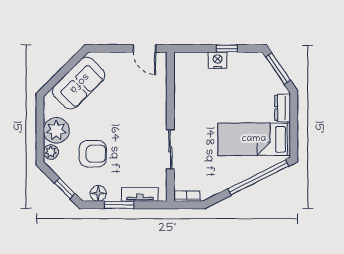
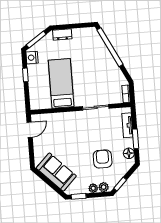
nightstand: (218, 60) -> (32, 58), moved
window: (40, 114) -> (79, 196), added
plant: (56, 130) -> (93, 188), width x0.53, depth x0.53
bed: (254, 139) -> (61, 83), moved, turned 180
window: (65, 188) -> (120, 184), moved

